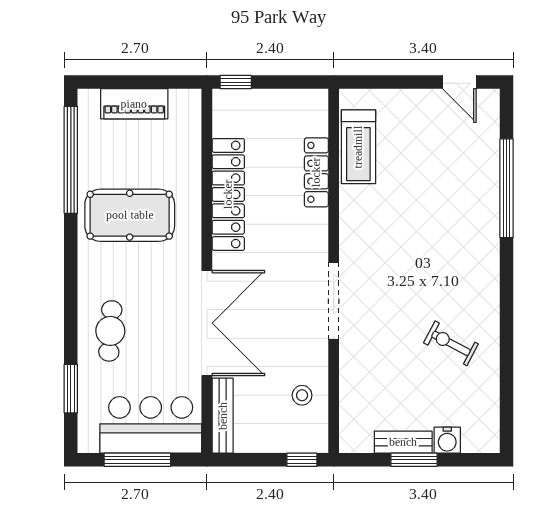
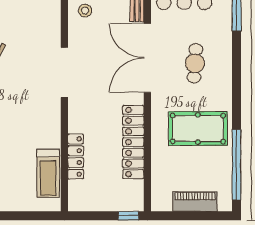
treadmill: (358, 147) -> (48, 173), turned 180
cafe table: (110, 331) -> (195, 63), moved

